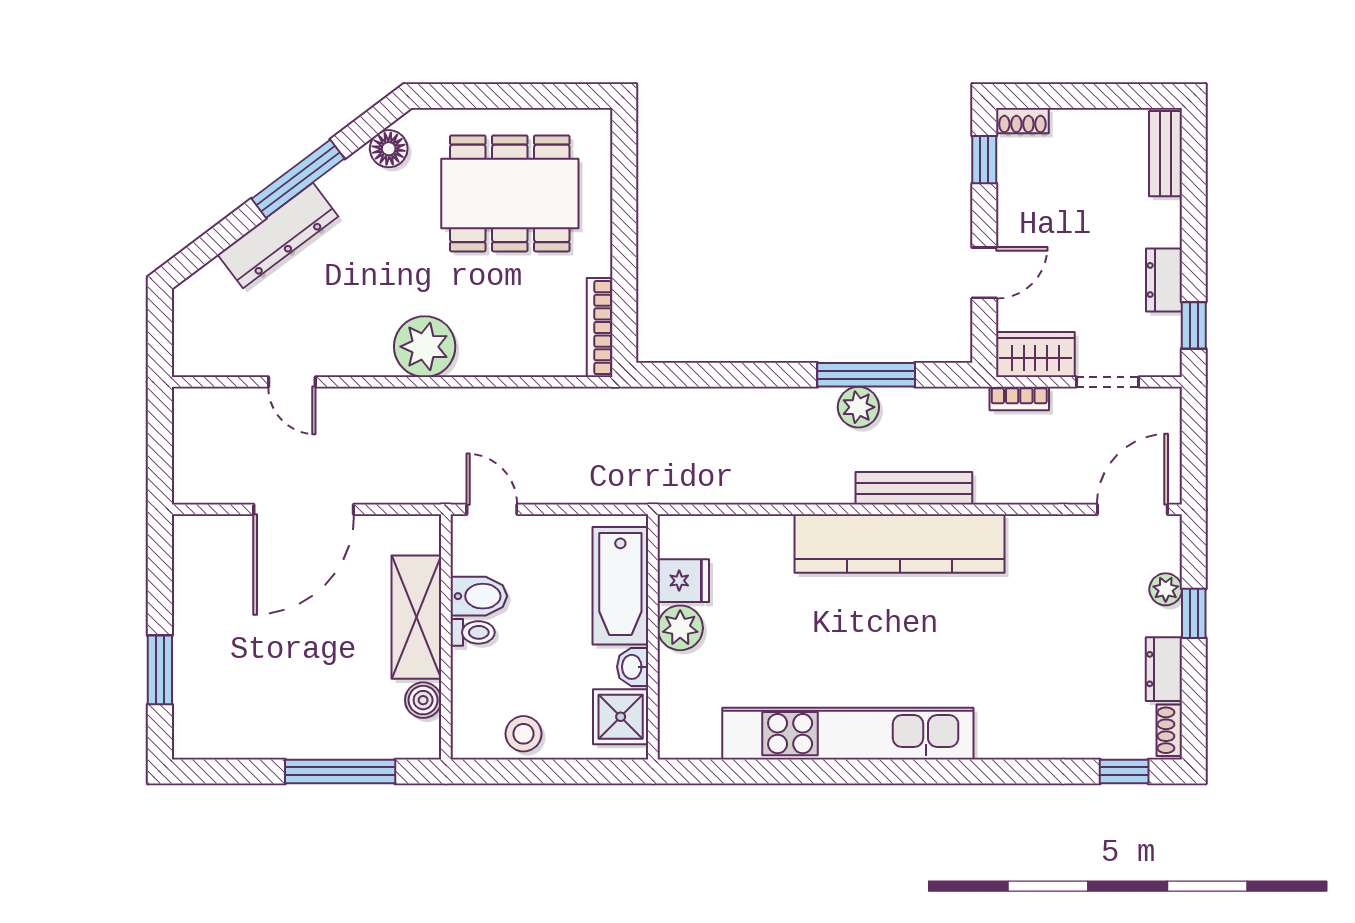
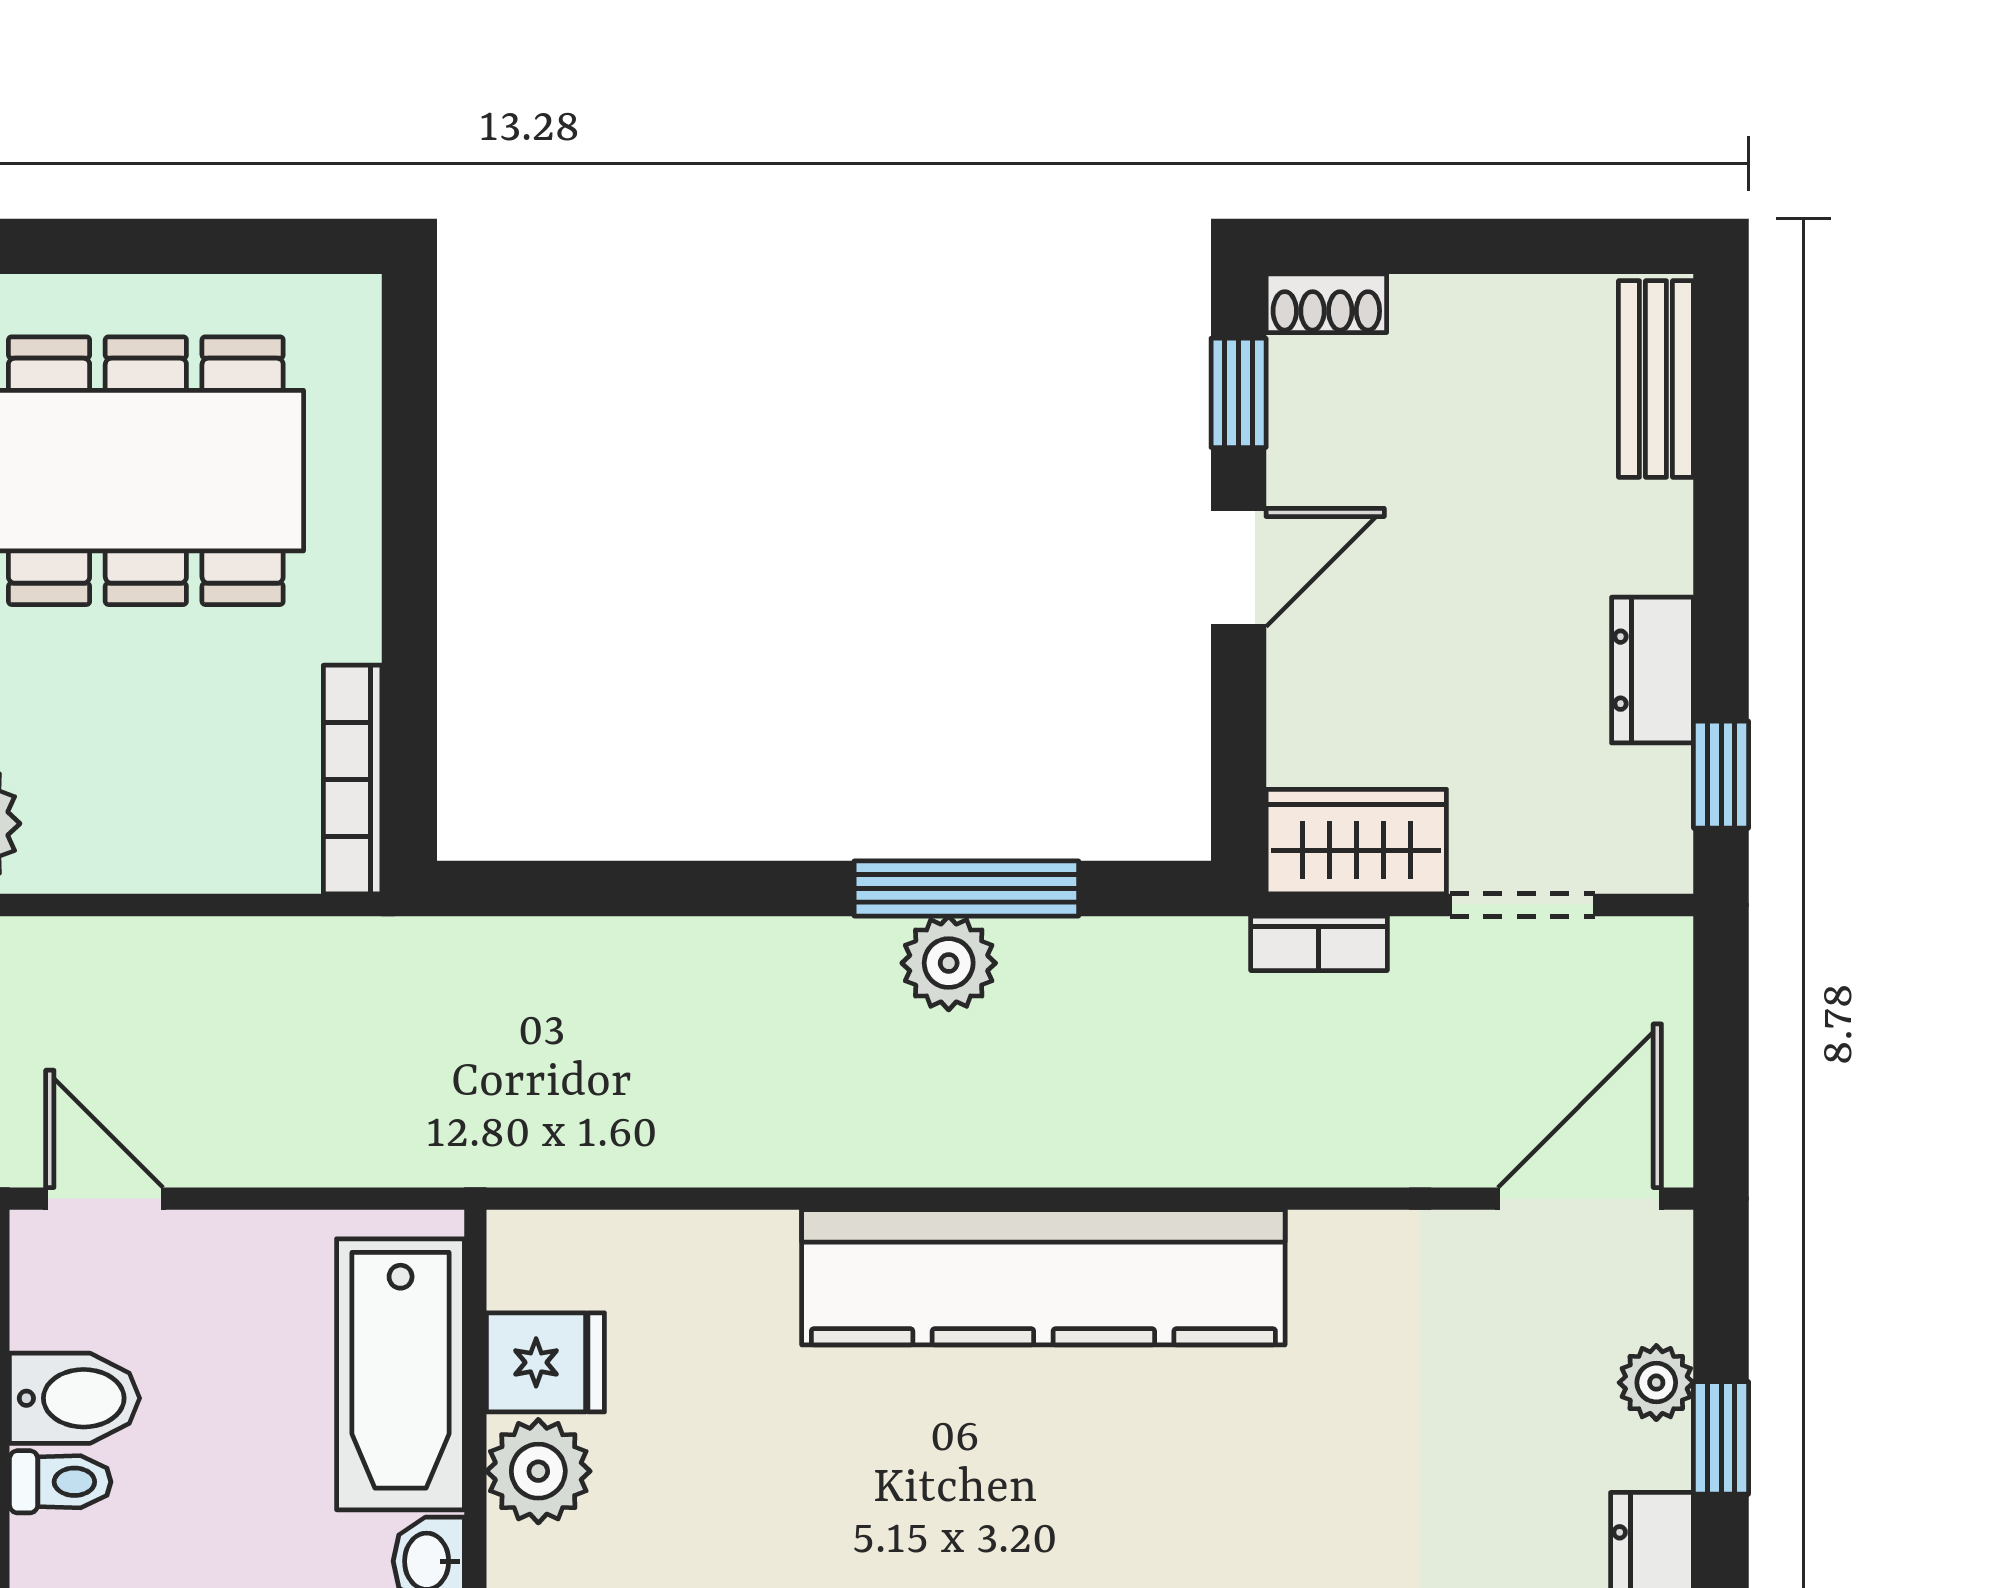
door: (984, 273) -> (1239, 567), moved
bench: (914, 488) -> (1076, 1150), removed

